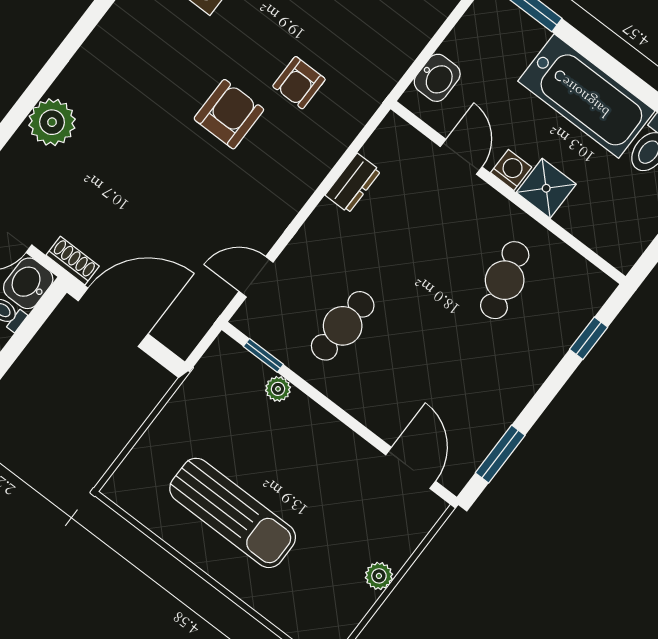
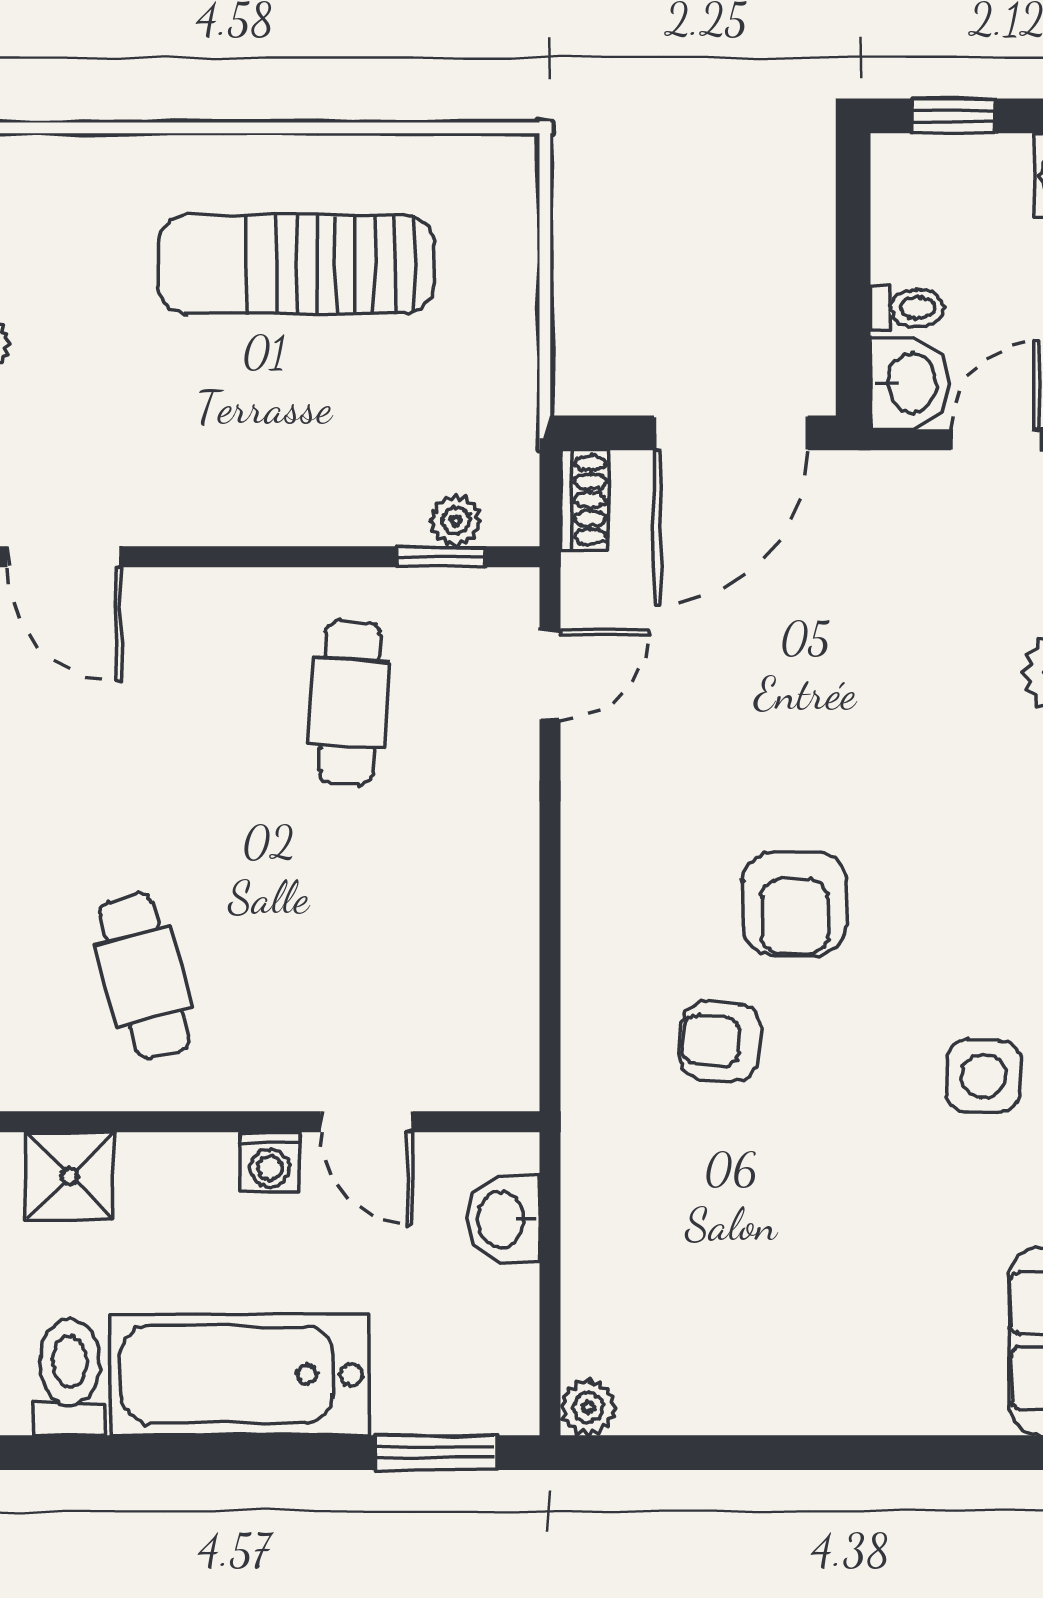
armchair: (299, 83) -> (720, 1041), turned -85
dresser: (353, 183) -> (509, 946), removed
shower: (546, 188) -> (70, 1176), moved
shoe rack: (73, 261) -> (585, 500), moved, turned -90
plant: (278, 389) -> (456, 521), moved

